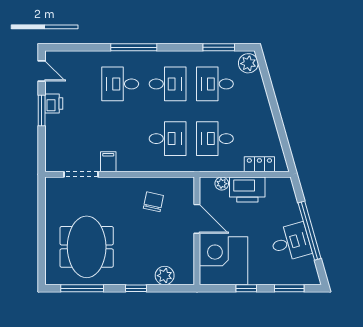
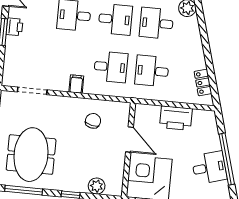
filing cabinet: (108, 162) -> (76, 84), moved
locker: (259, 164) -> (203, 82), moved, turned -106
plant: (222, 184) -> (154, 111), removed

